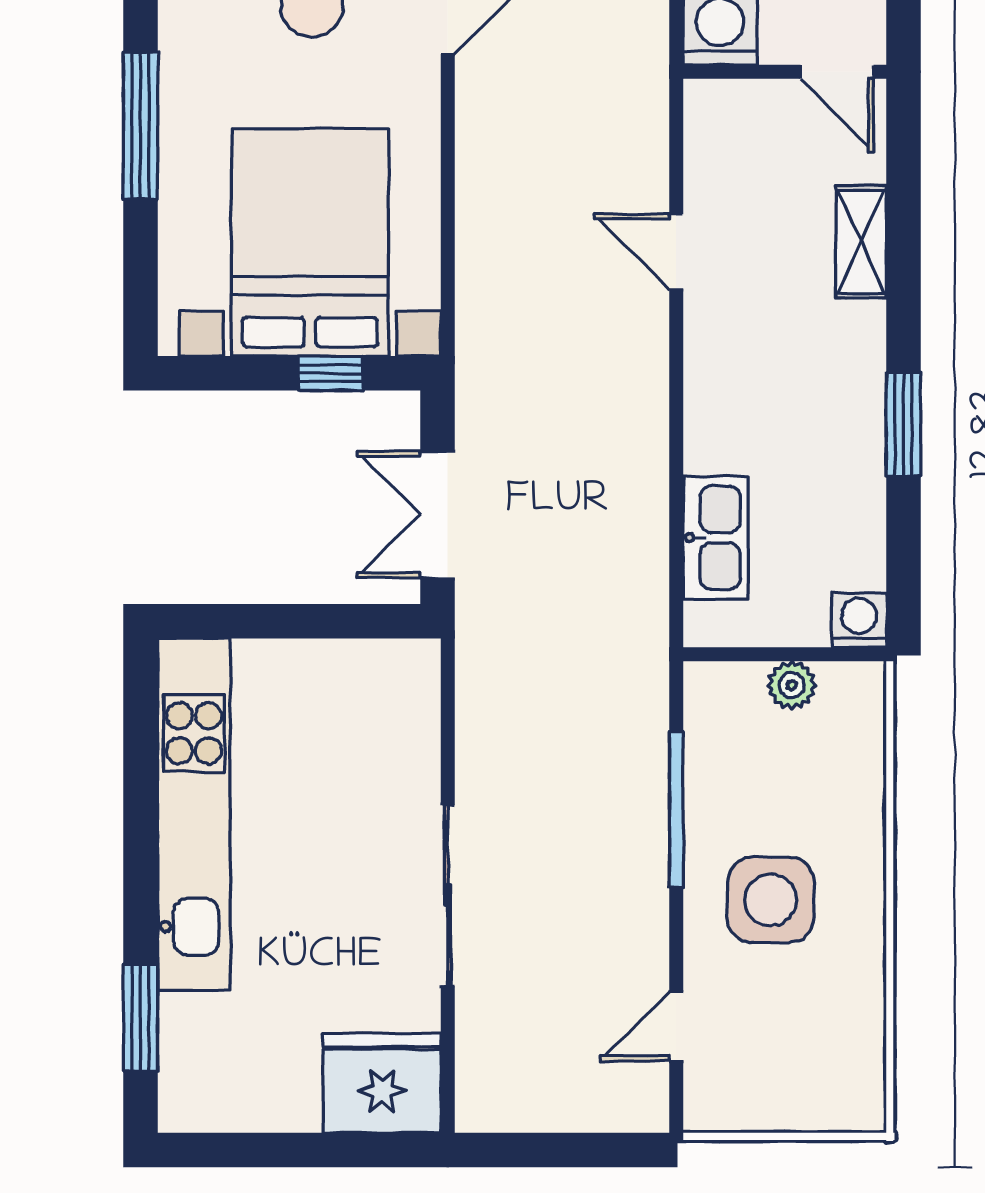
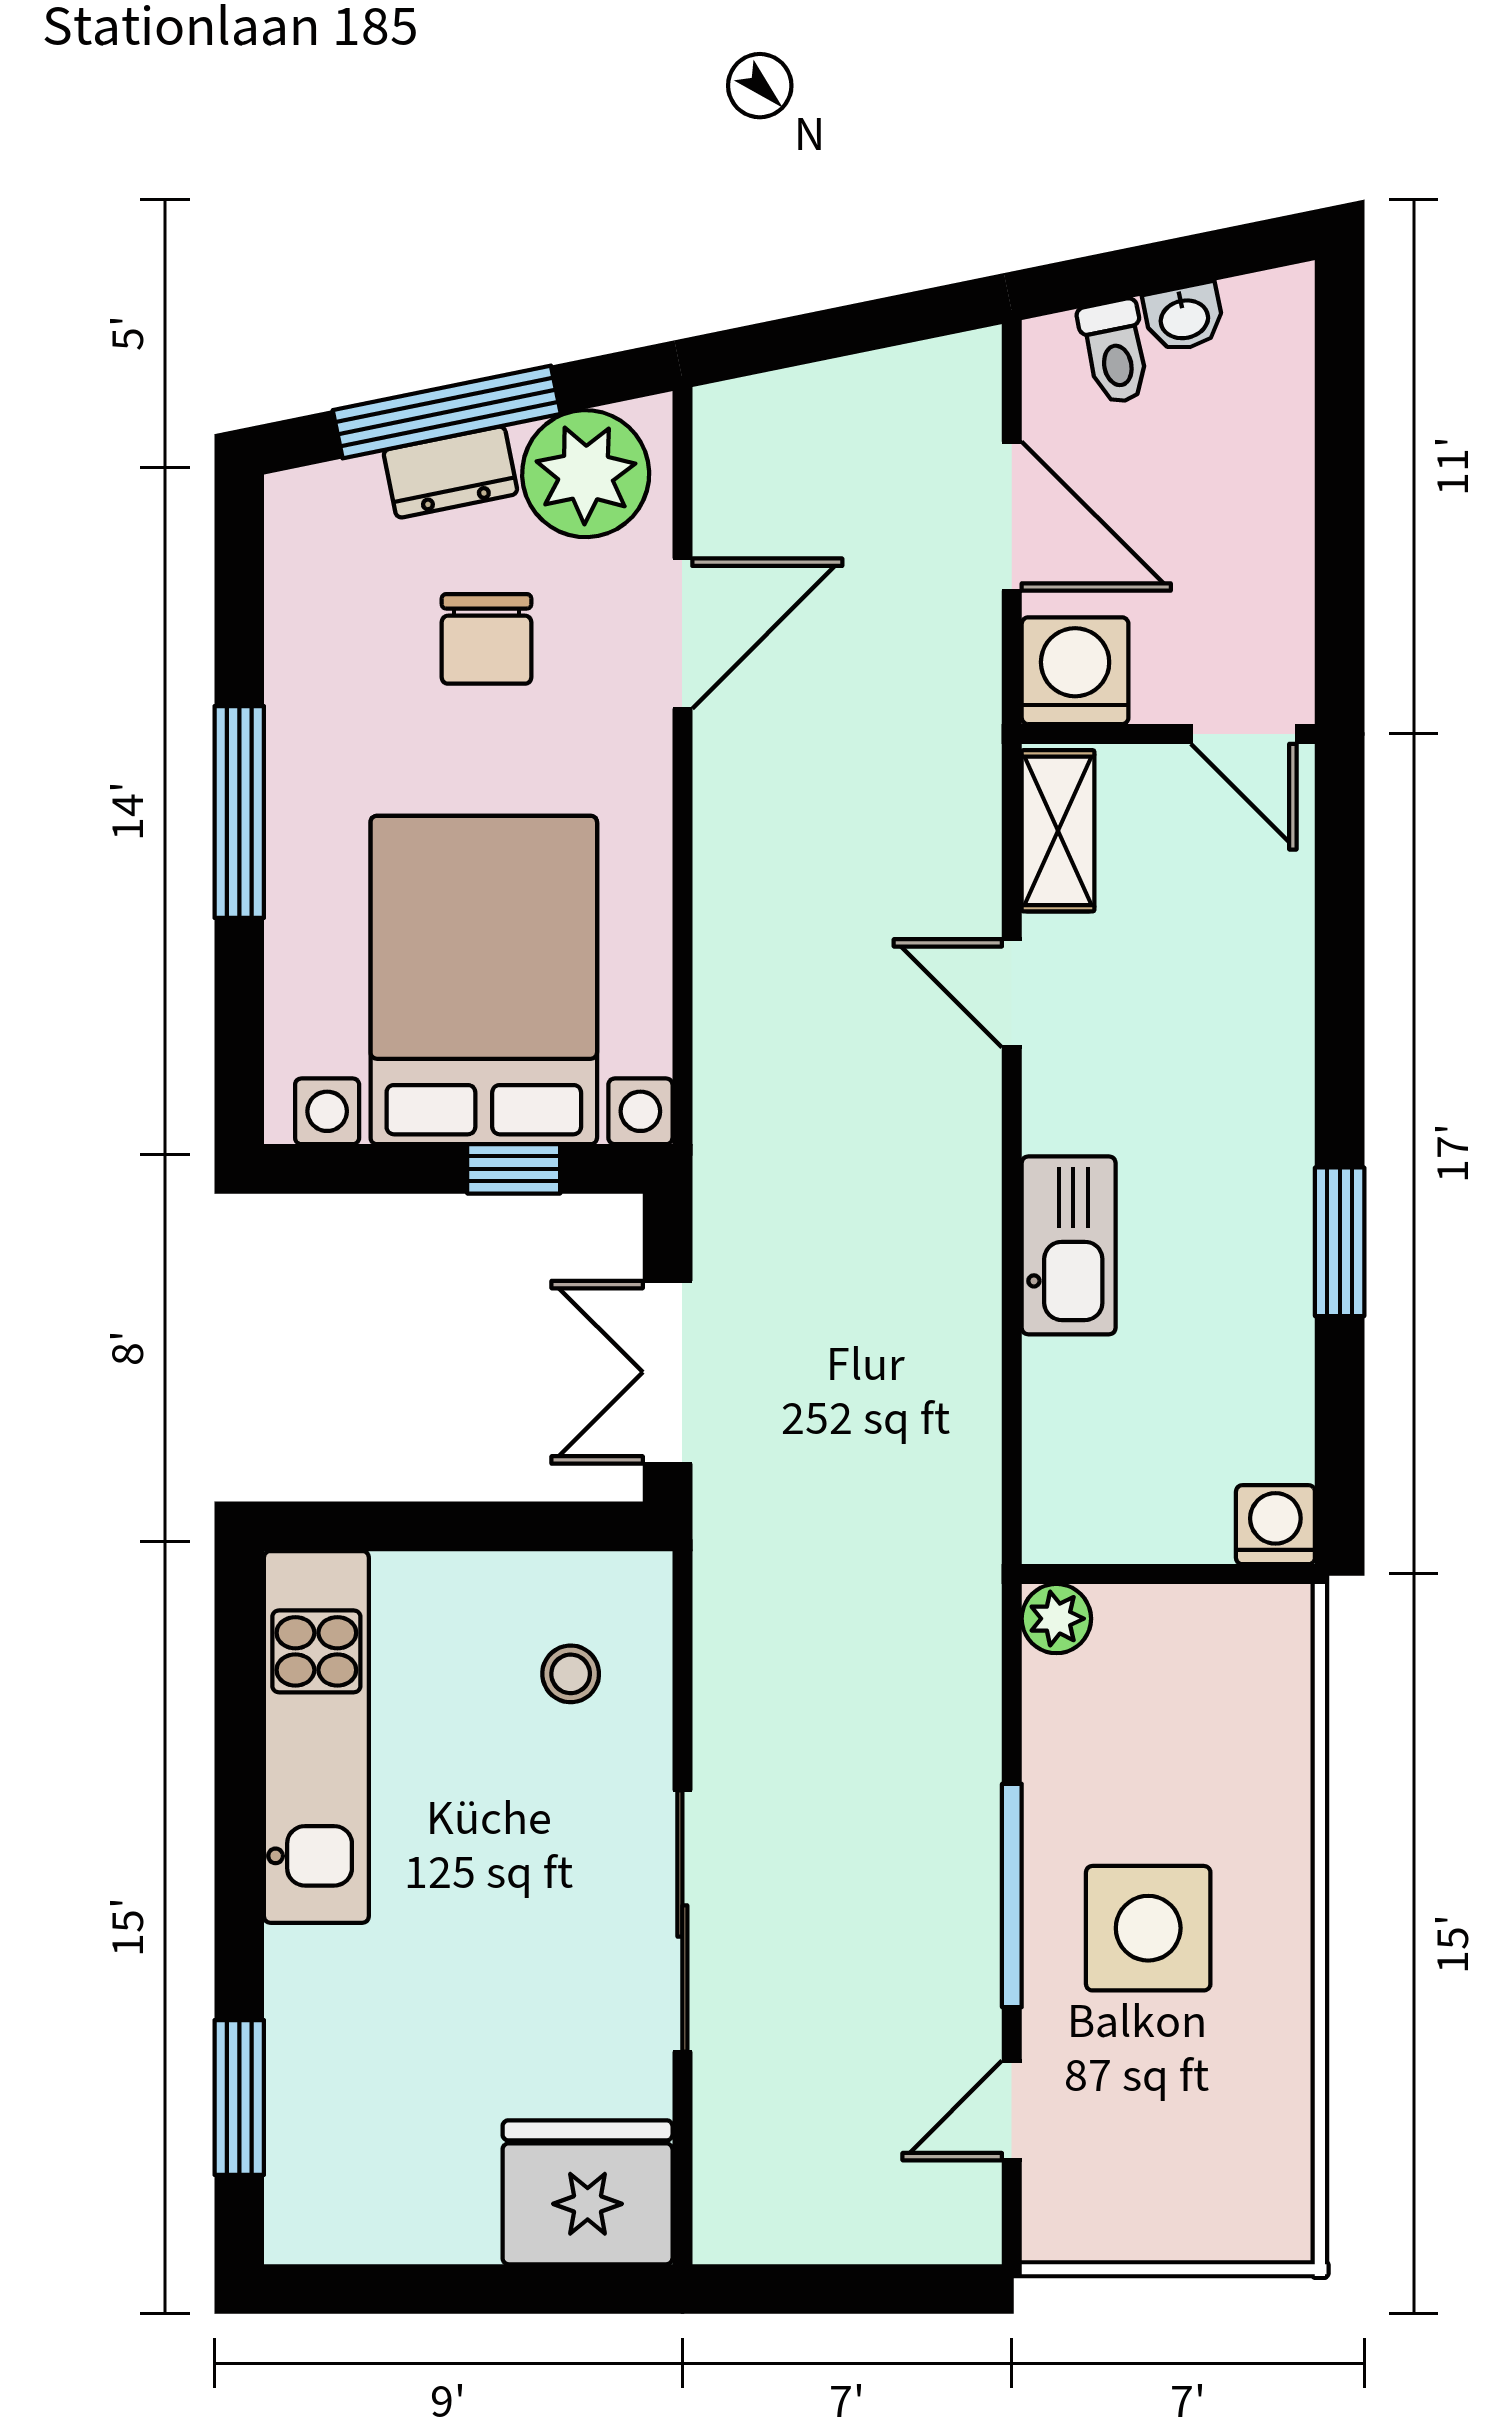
shelving: (861, 242) -> (1058, 831), moved
kitchen sink: (716, 538) -> (1069, 1245), moved
plant: (792, 685) -> (1056, 1619), moved
stool: (370, 724) -> (571, 1674), added
window: (676, 809) -> (1012, 1896), moved
kitchen unit: (194, 814) -> (316, 1737), width x0.73

